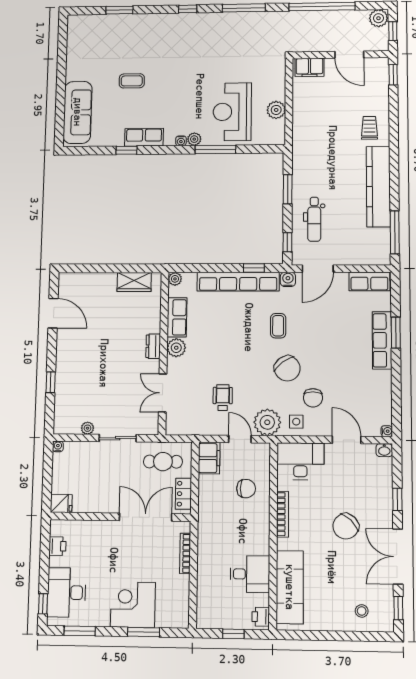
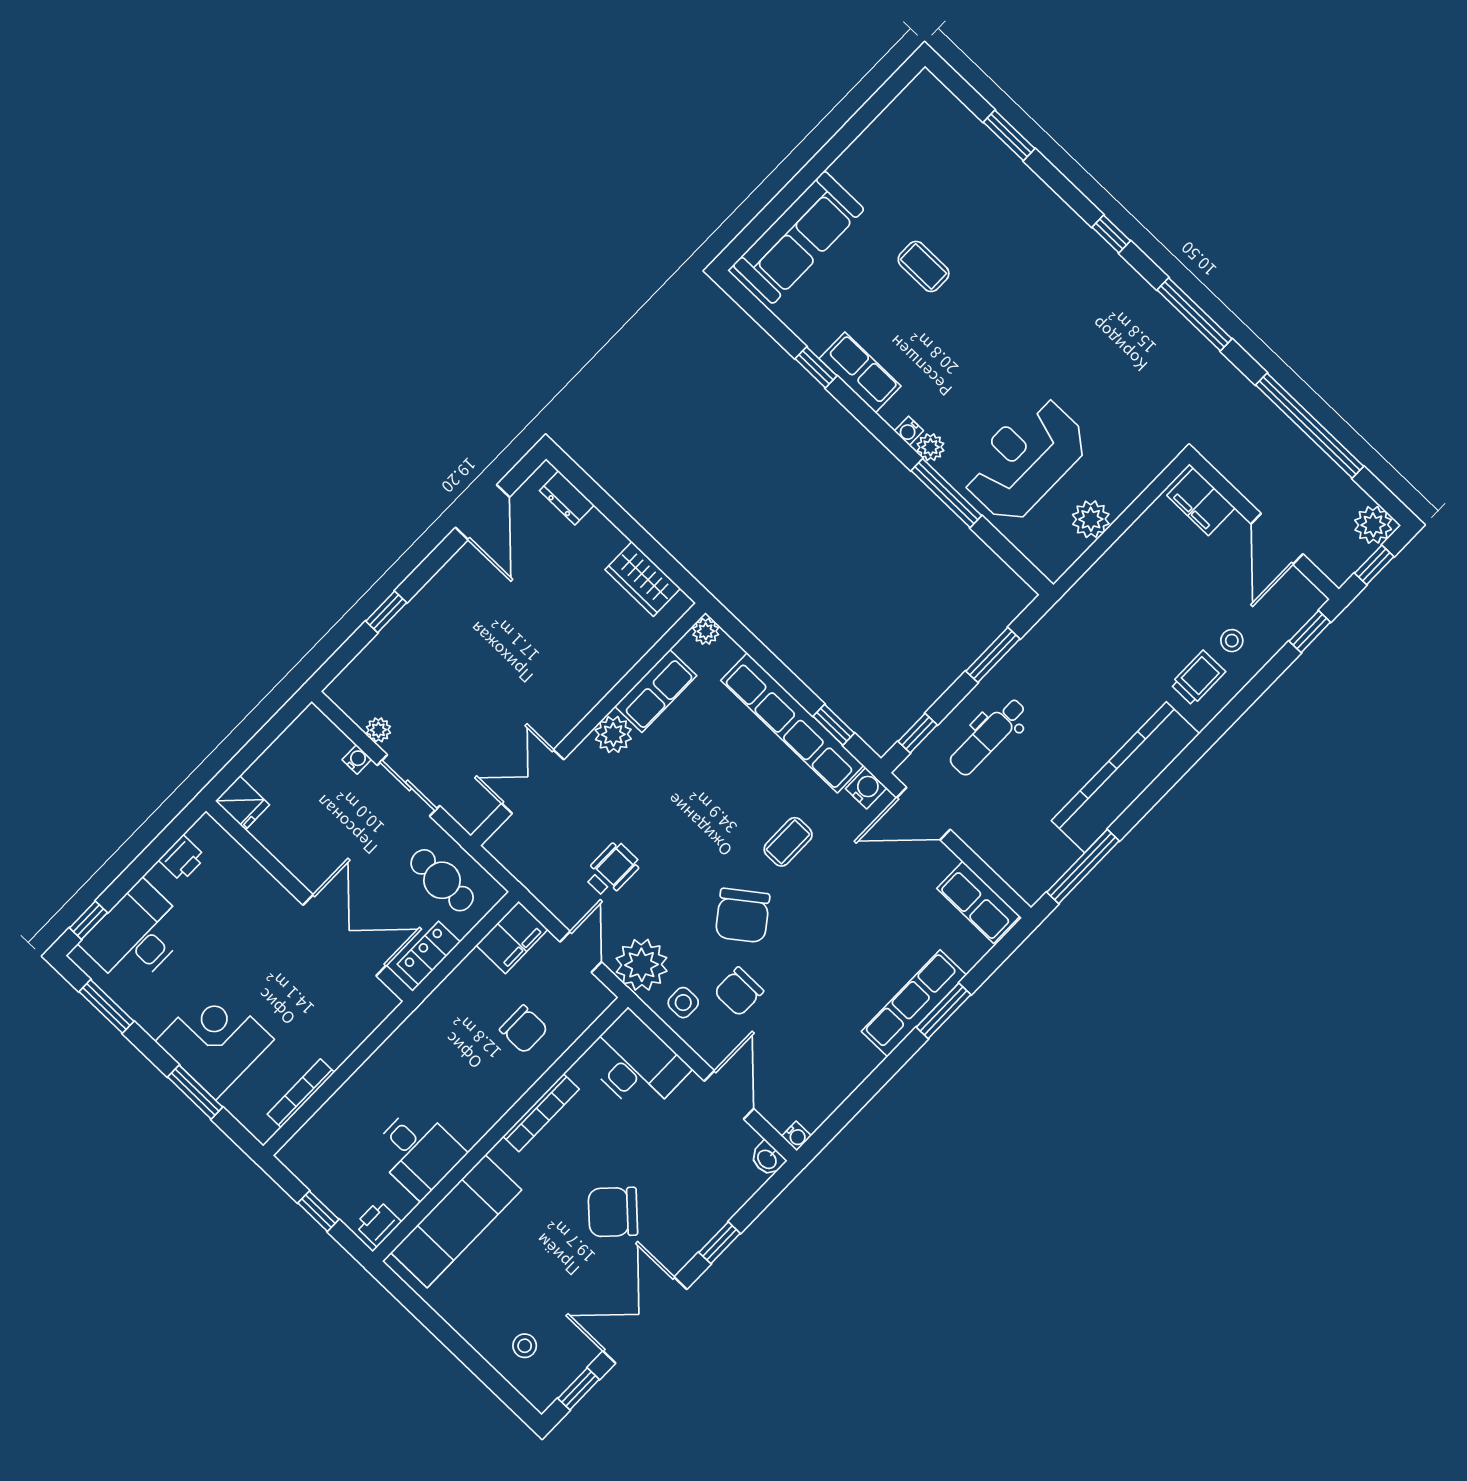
stool: (369, 104) -> (1232, 641), added
dresser: (153, 346) -> (567, 498), moved, turned -90
water cooler: (58, 446) -> (357, 759), moved
bookcase: (185, 553) -> (301, 1093), moved

